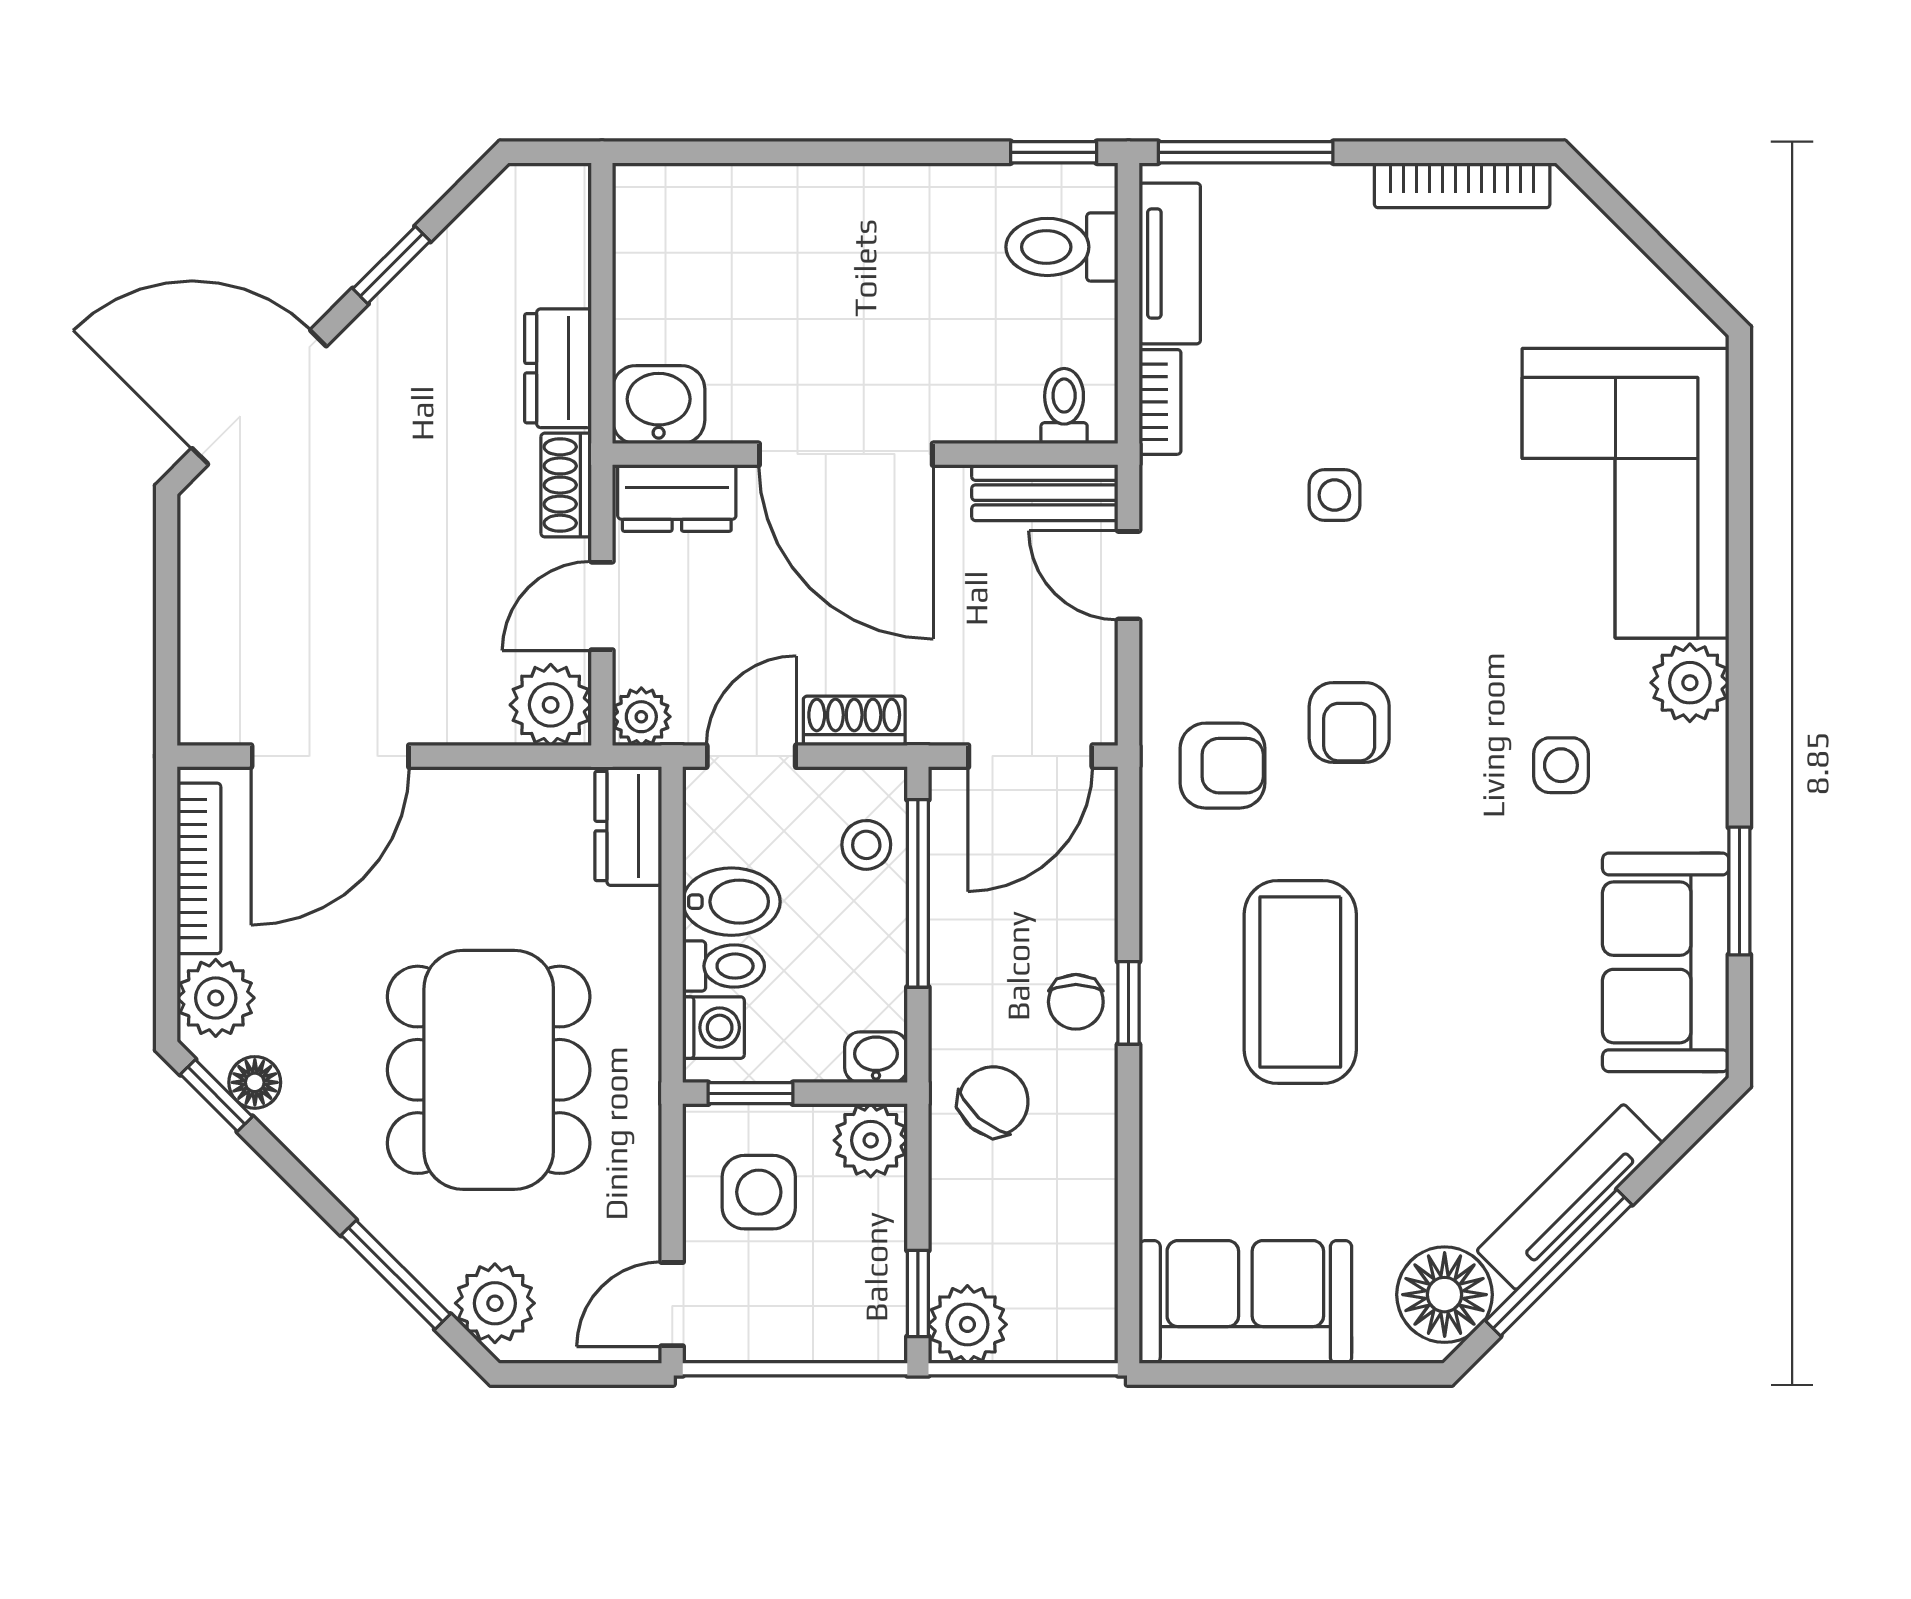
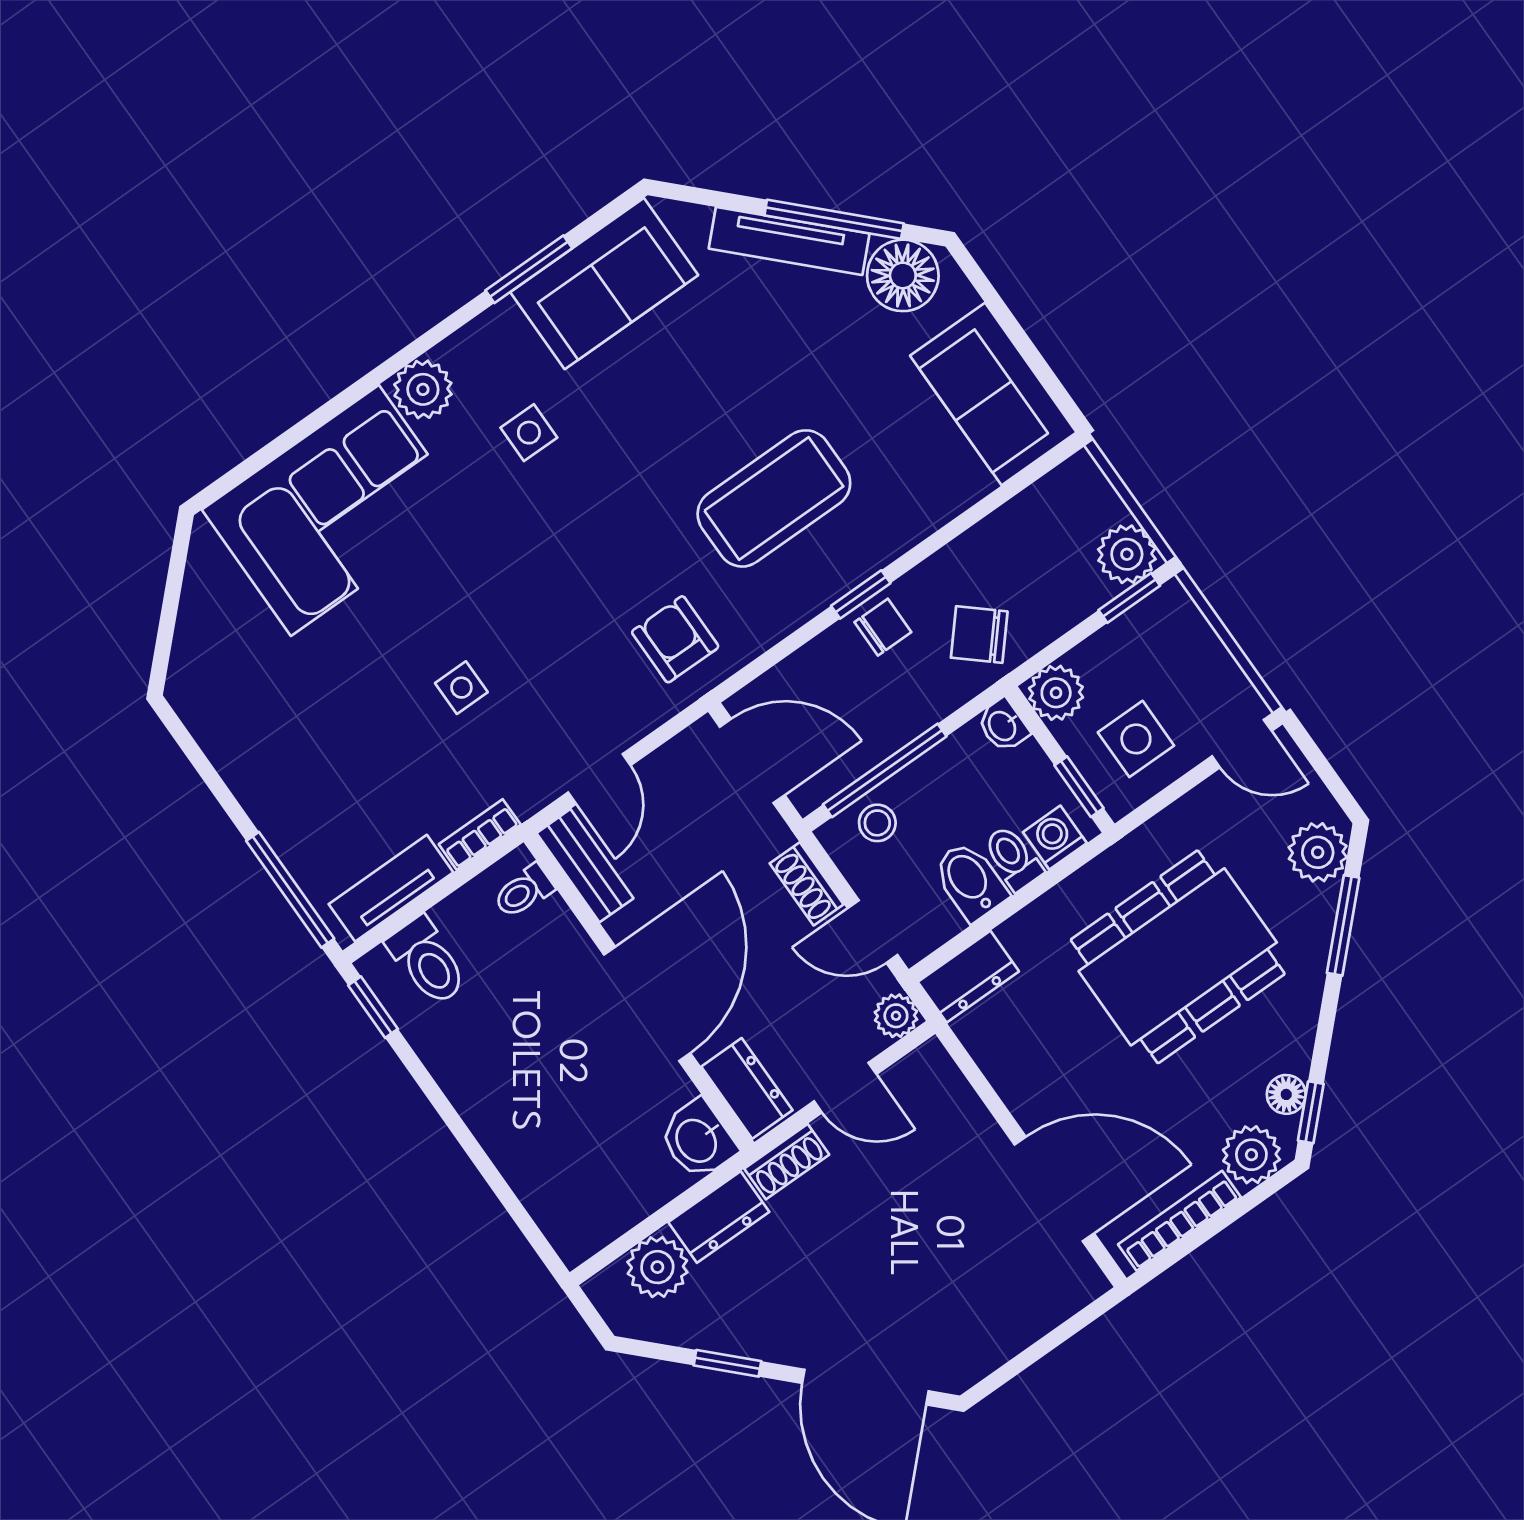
bookcase: (1462, 185) -> (217, 743), removed
plant: (551, 705) -> (657, 1267), moved
armchair: (1349, 722) -> (594, 581), removed

